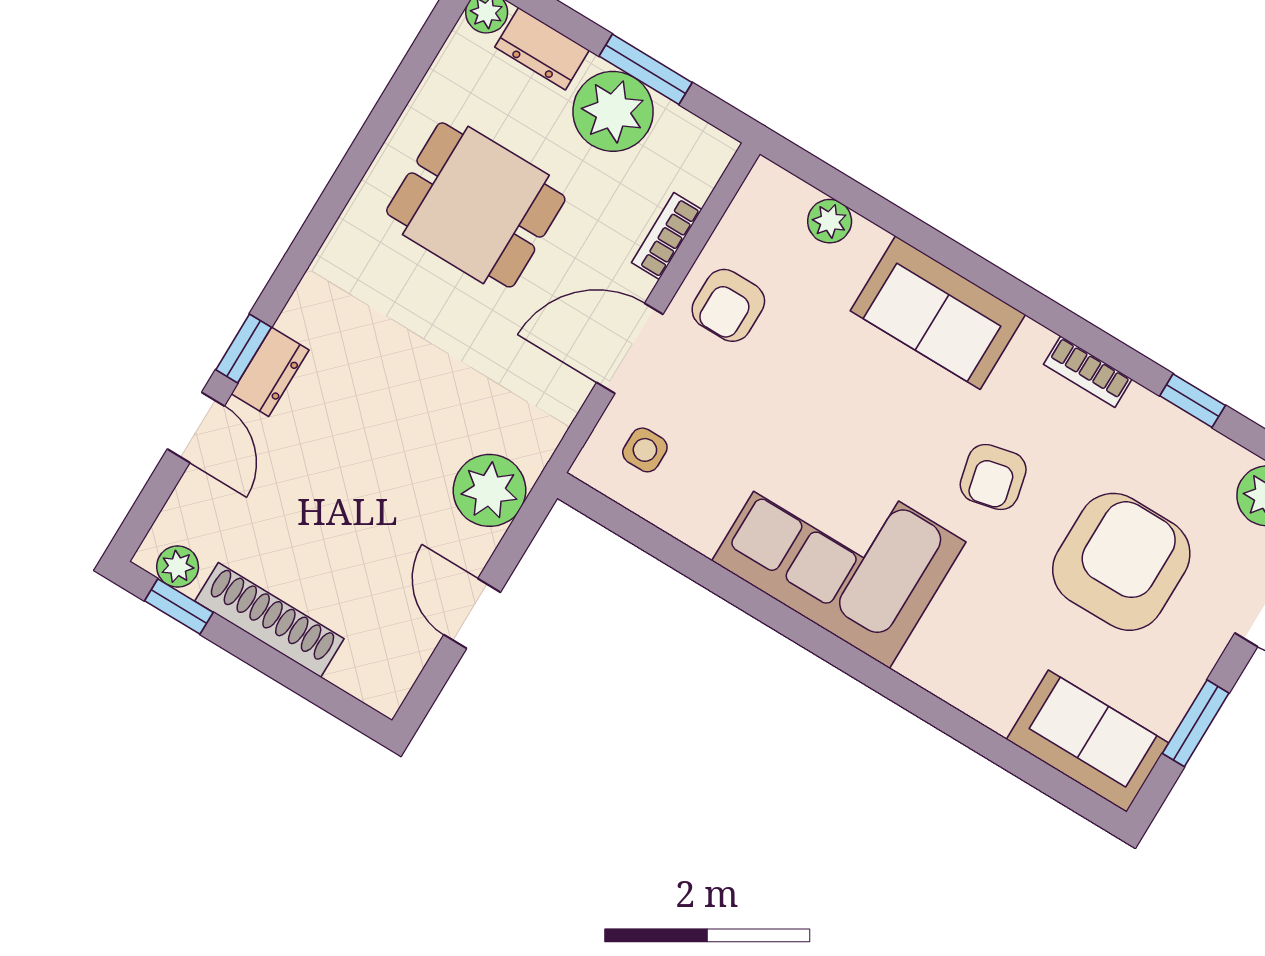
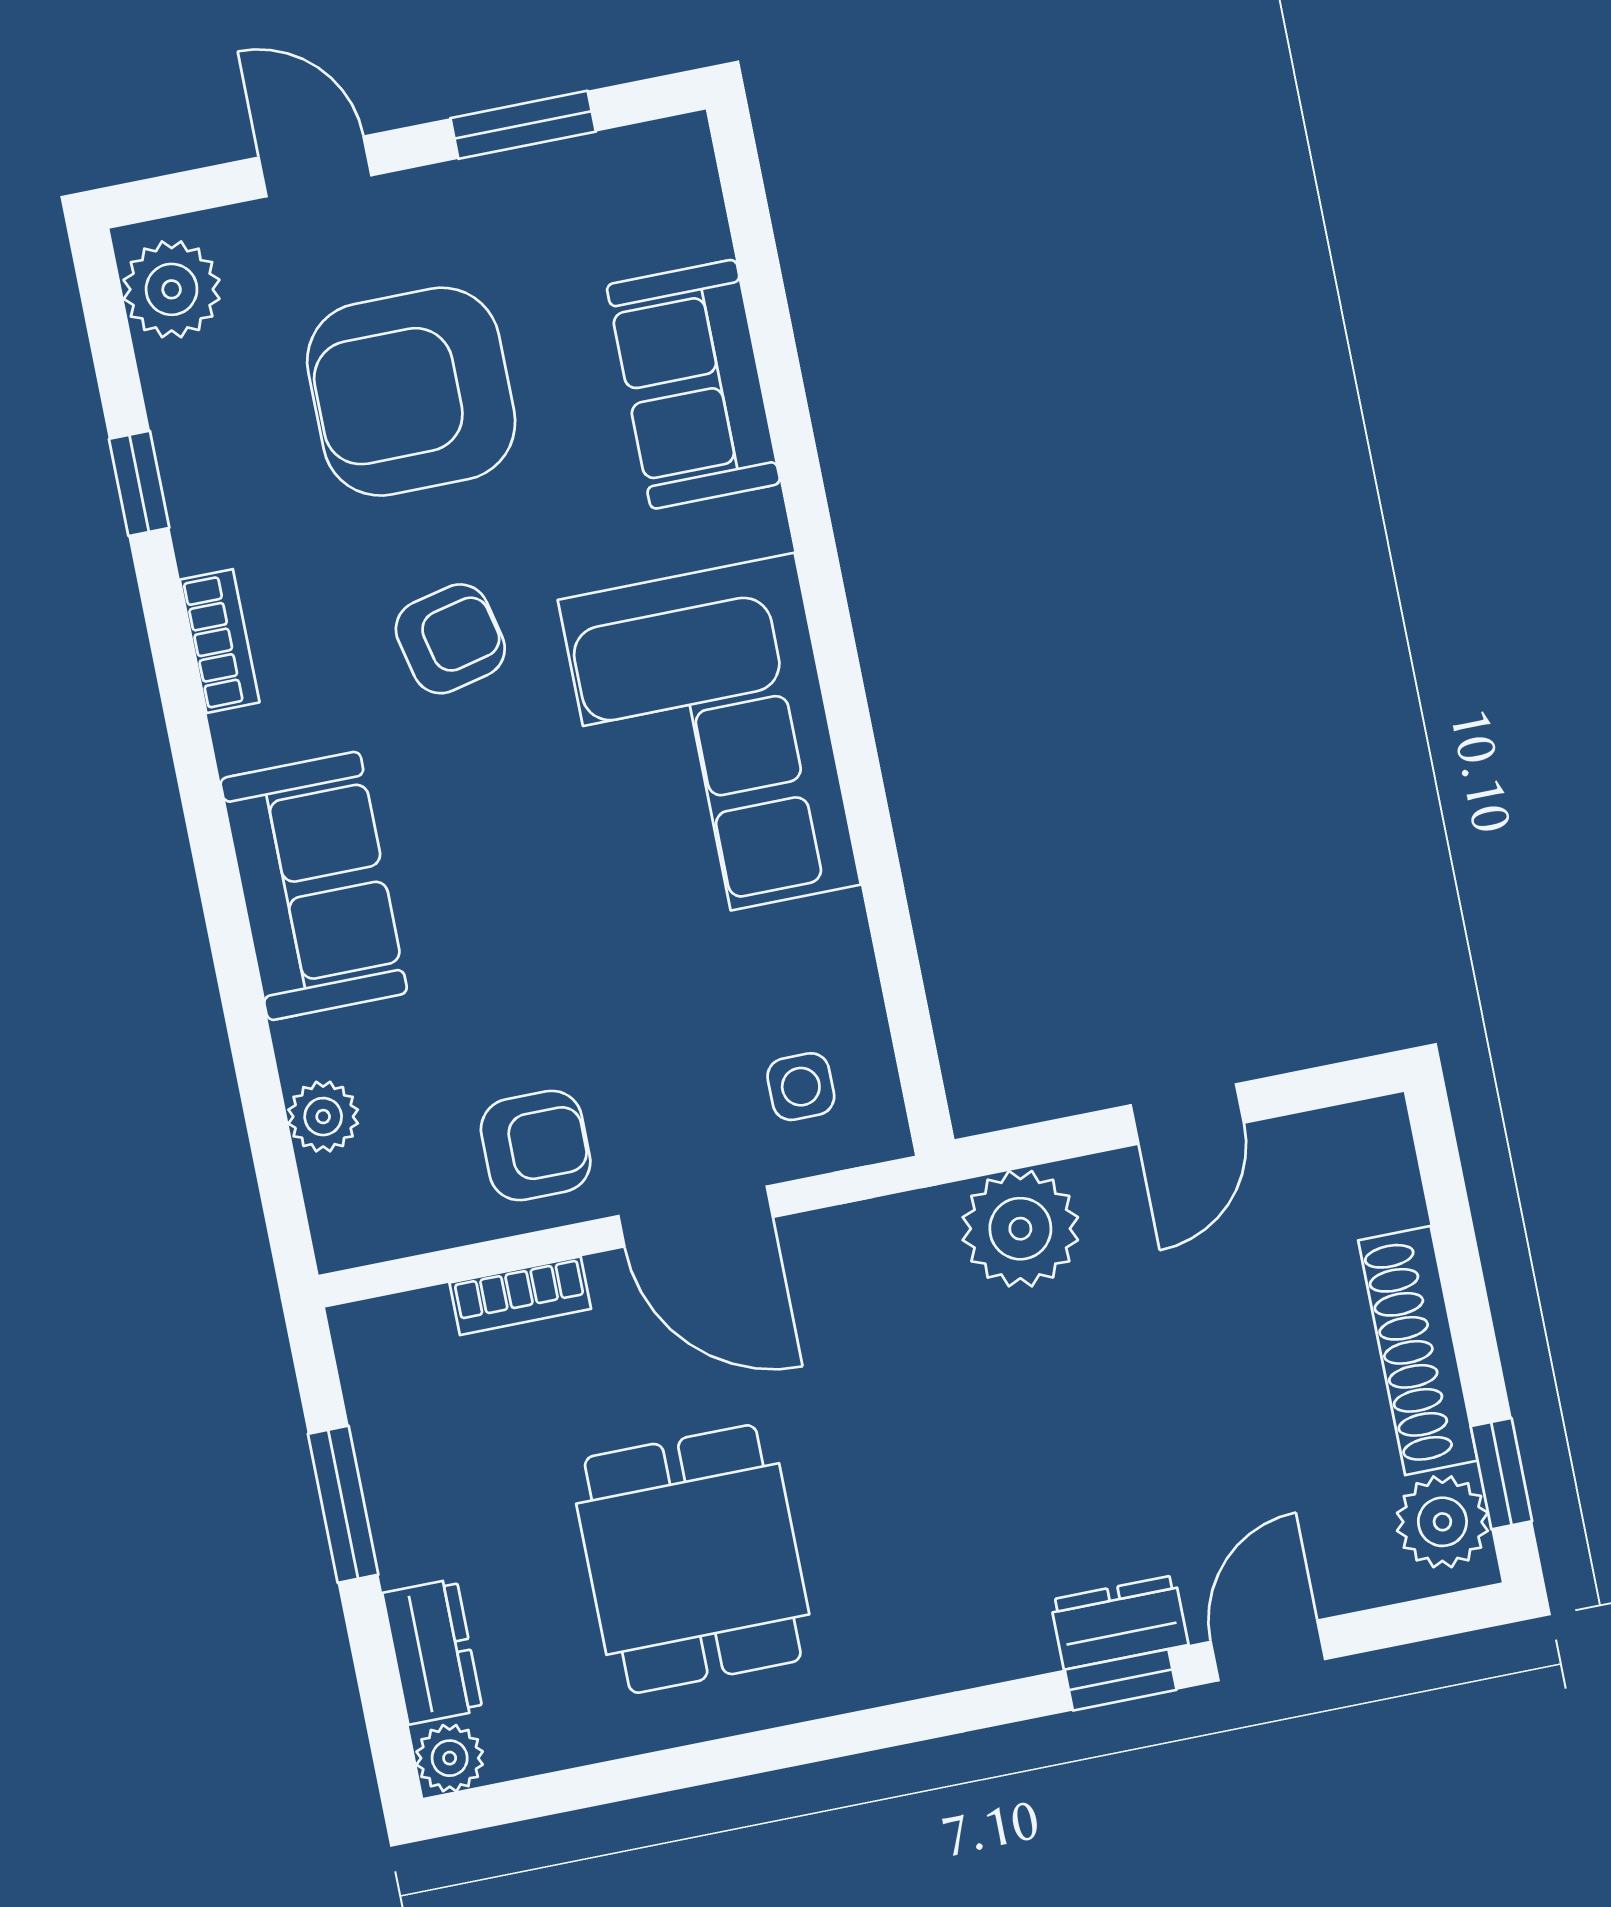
plant: (613, 111) -> (429, 1497), removed
plant: (178, 567) -> (1442, 1522), width x1.38, depth x1.38
sofa: (1088, 741) -> (693, 384), moved

